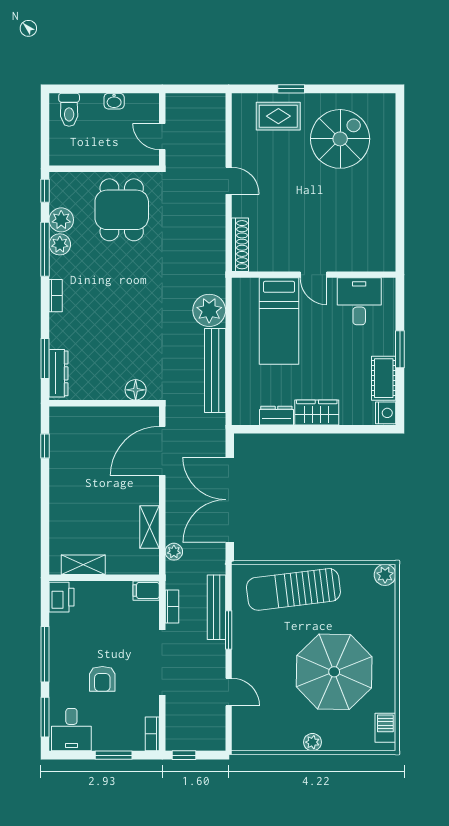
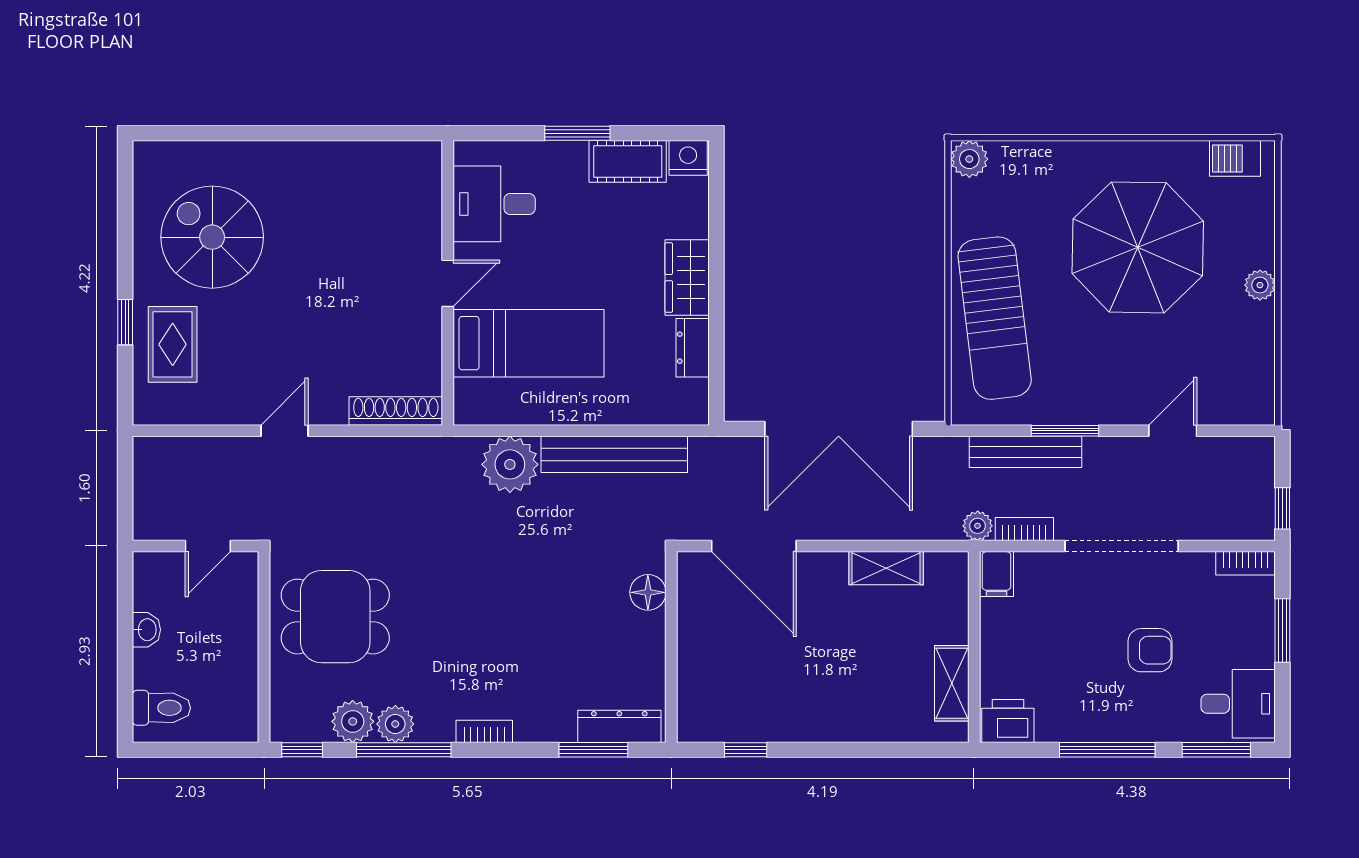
plant: (174, 552) -> (978, 526), moved

